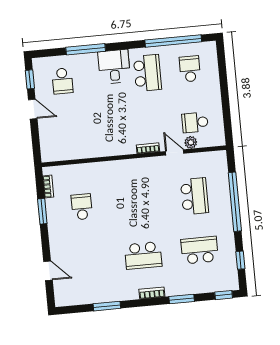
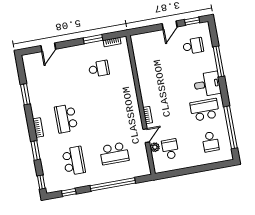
school desk: (190, 69) -> (210, 142), turned 90
school desk: (147, 73) -> (205, 110), turned 180
school desk: (62, 81) -> (193, 46), turned 180

